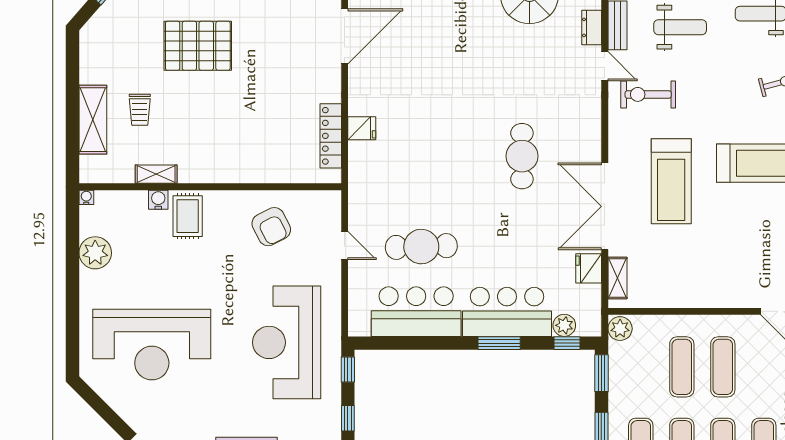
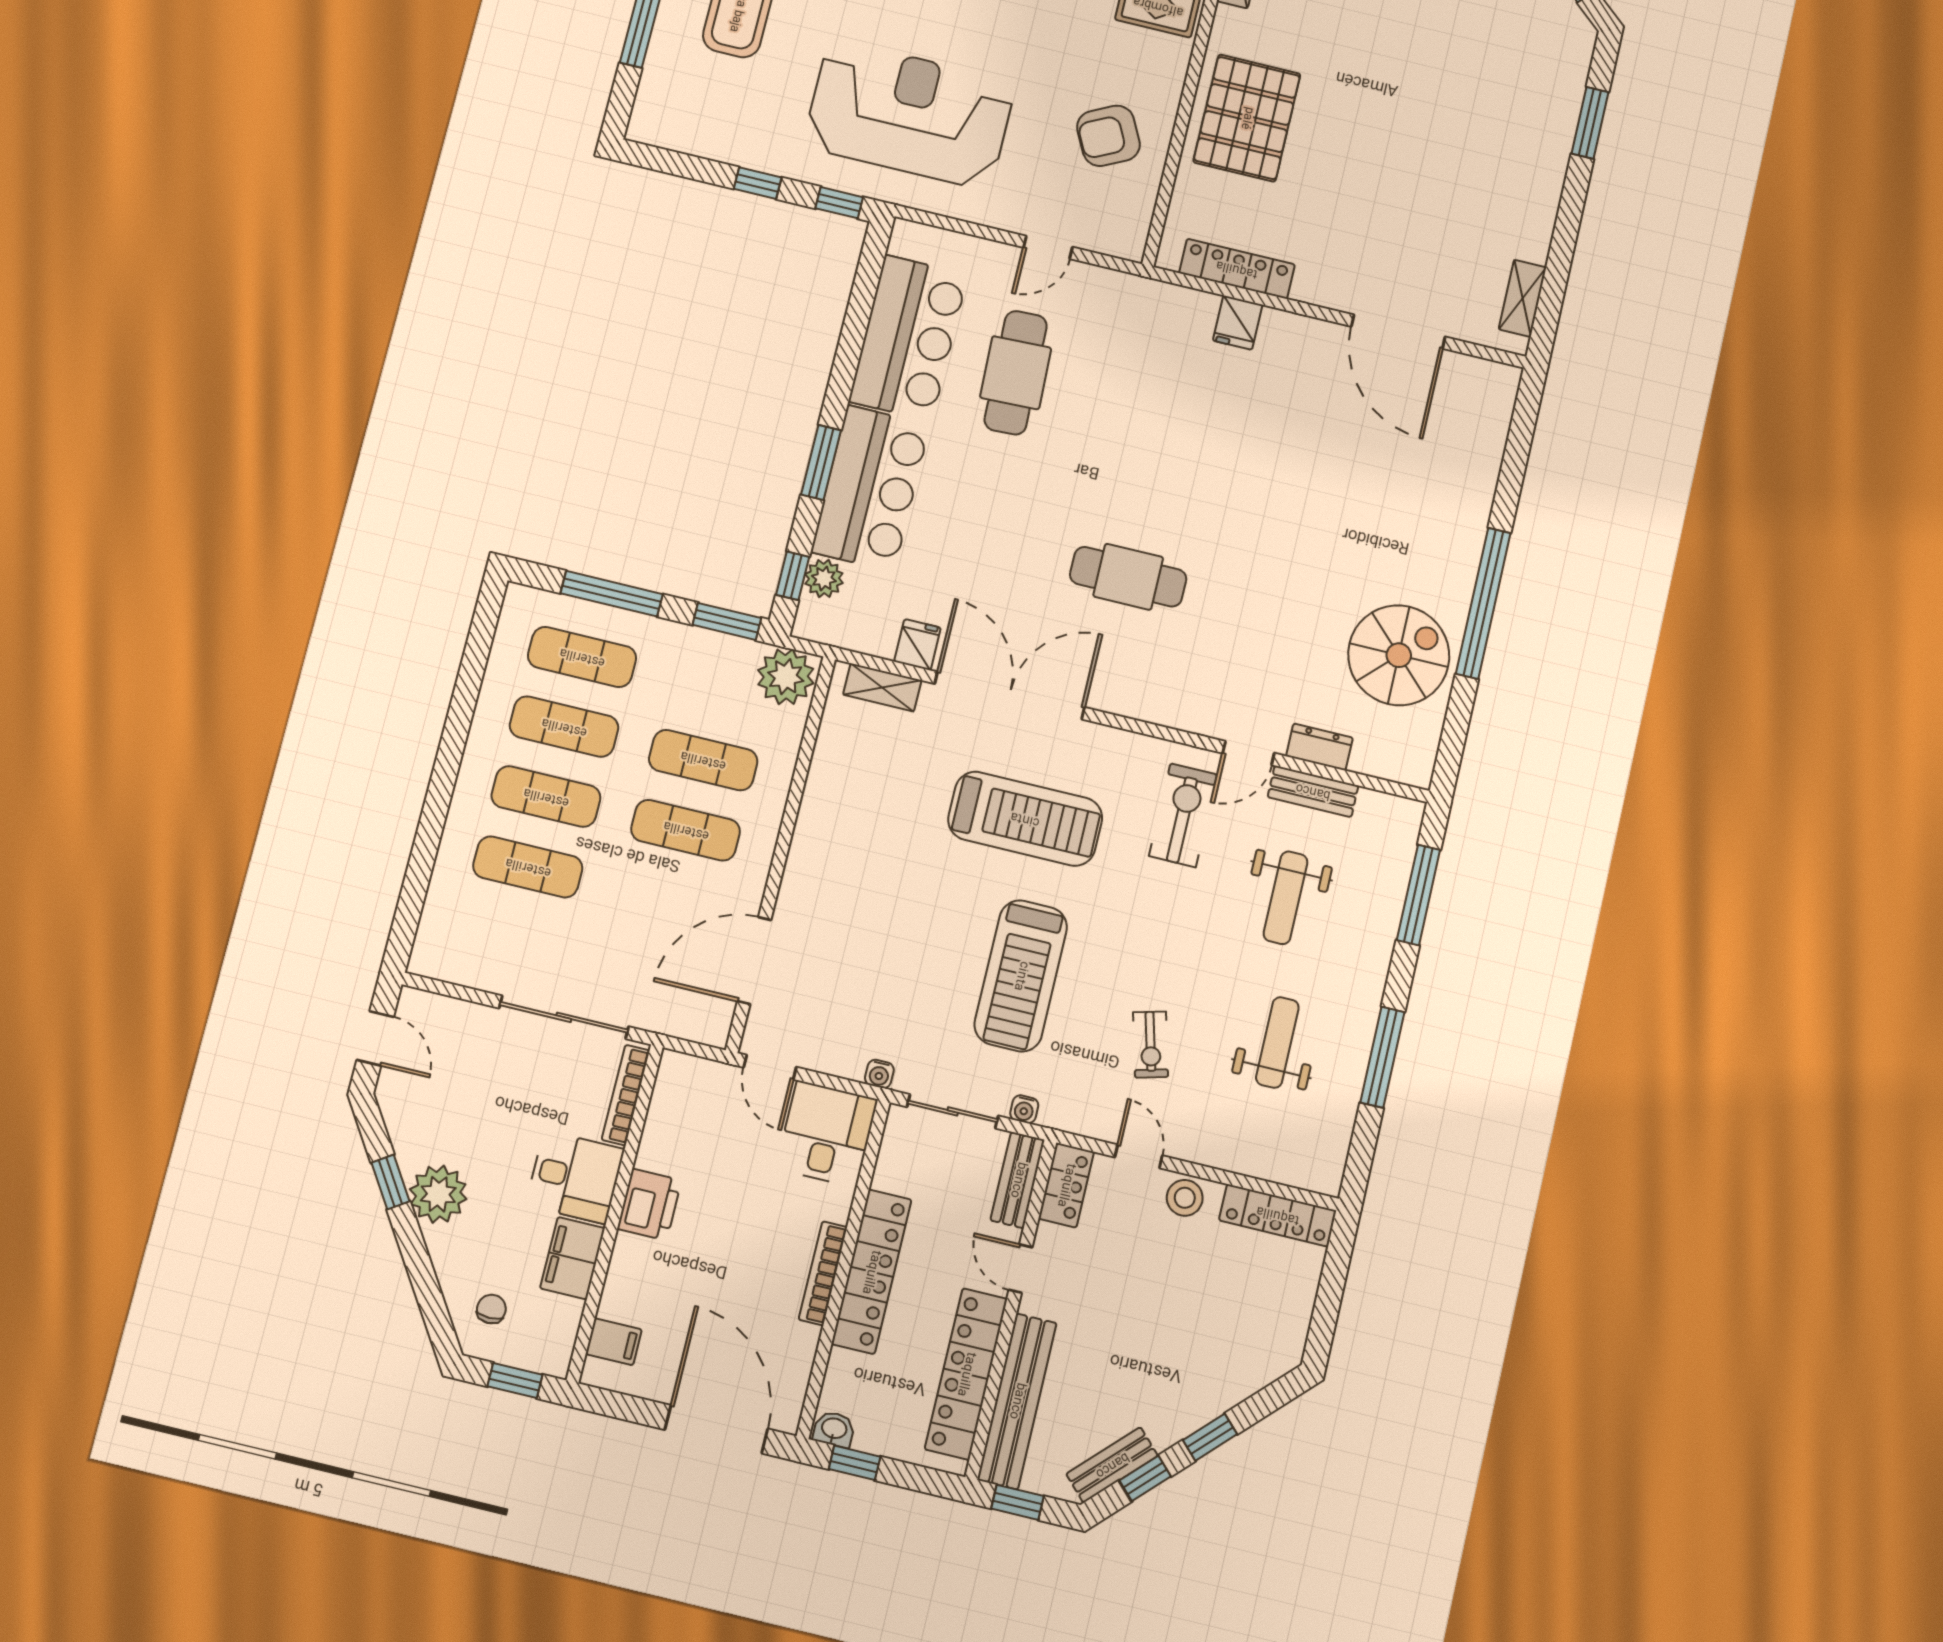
pallet: (198, 46) -> (1247, 118), moved
treadmill: (671, 181) -> (1025, 819), turned 180
fridge: (589, 268) -> (917, 645), width x0.72
plant: (620, 329) -> (786, 677), width x1.36, depth x1.36

